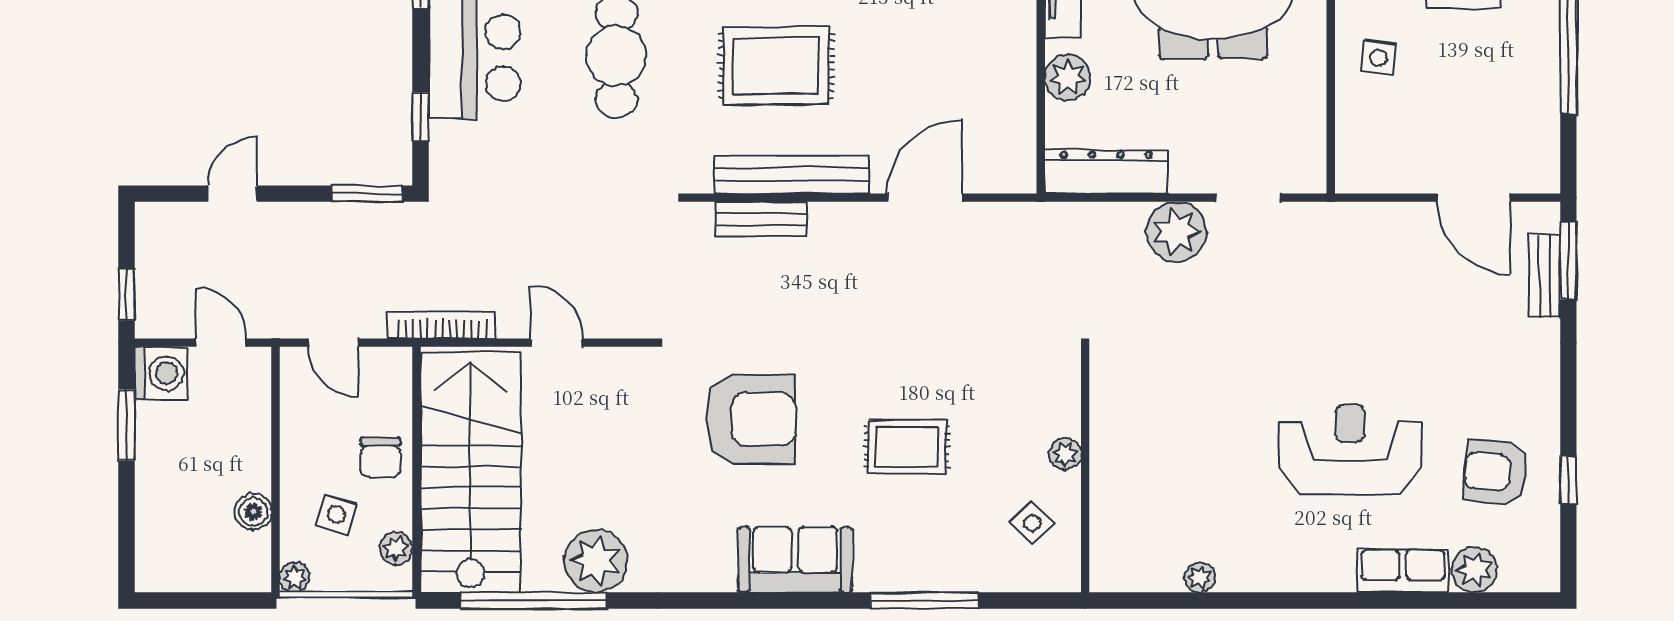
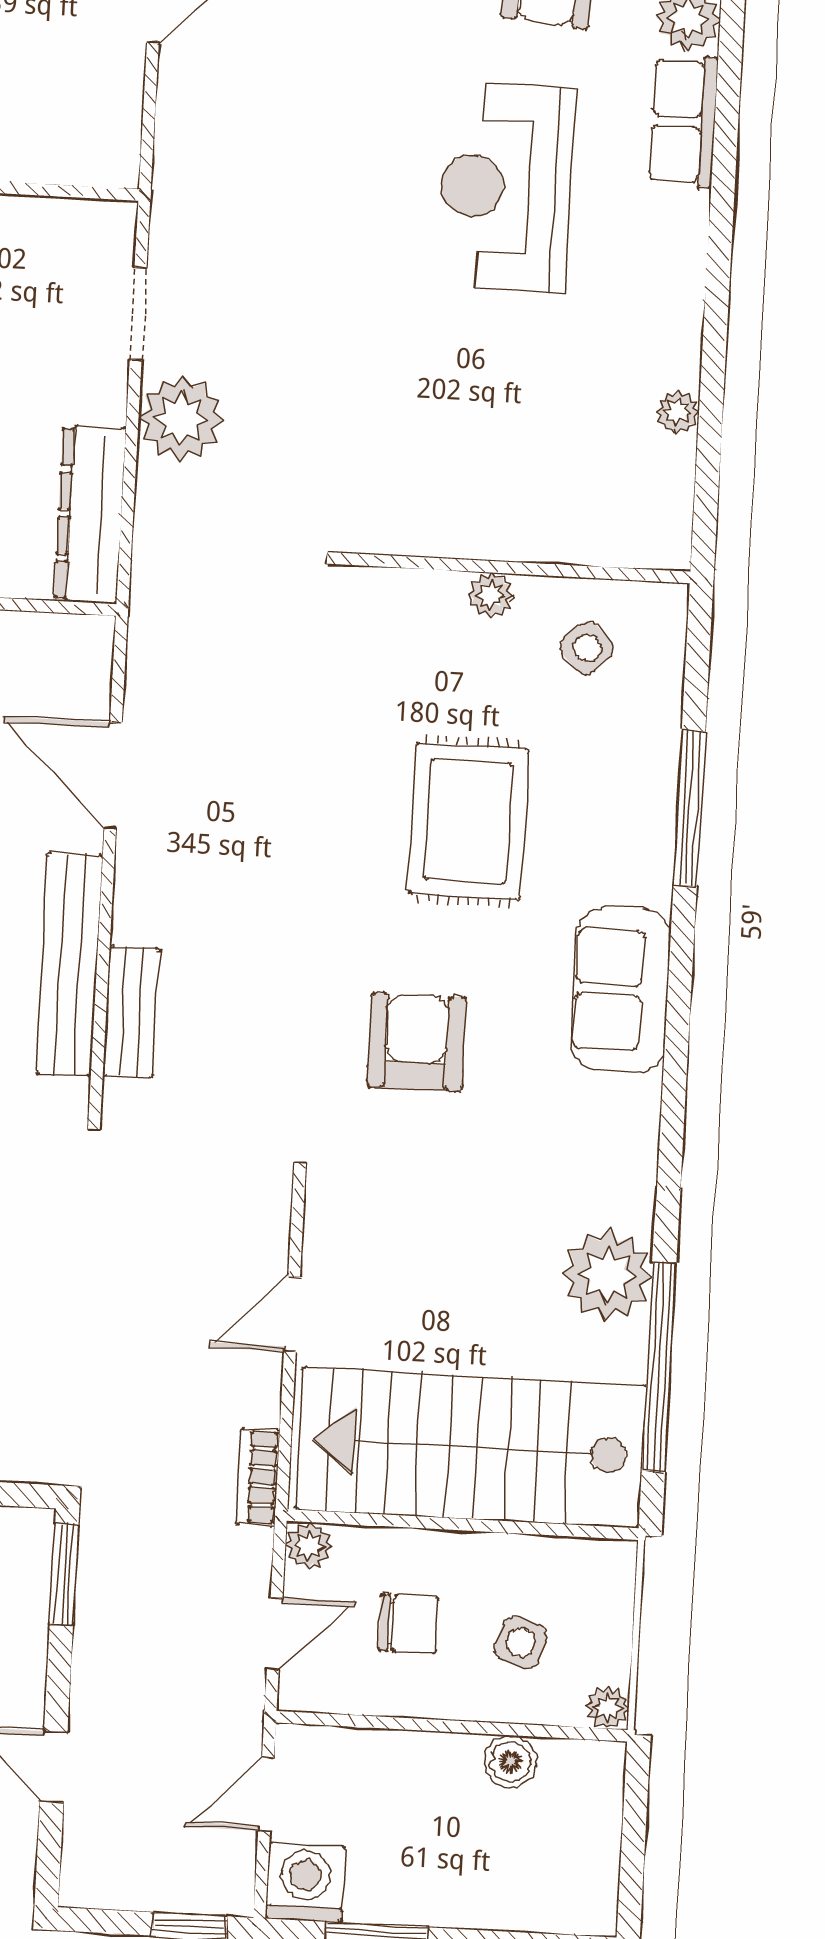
bookcase: (442, 325) -> (258, 1477), width x0.64
armchair: (751, 419) -> (416, 1042), width x0.73, depth x0.73
rug: (907, 447) -> (468, 821), width x1.36, depth x1.43
chair: (381, 458) -> (408, 1624), moved
plant: (396, 548) -> (309, 1546), moved

